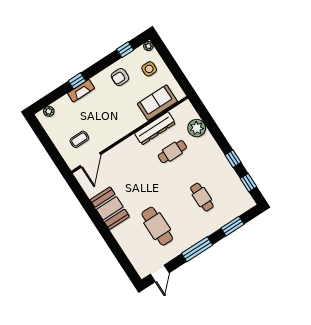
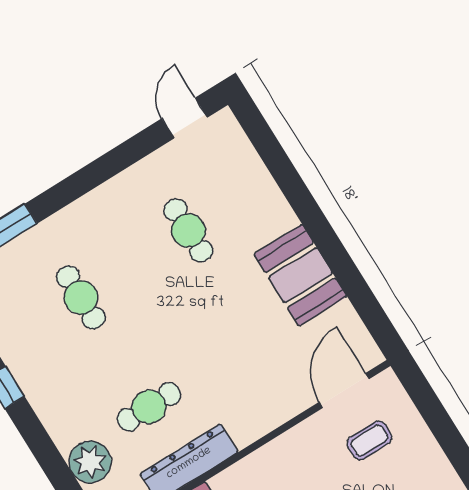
cafe table: (157, 226) -> (188, 231), width x0.73, depth x0.74
window: (197, 249) -> (95, 174), removed

